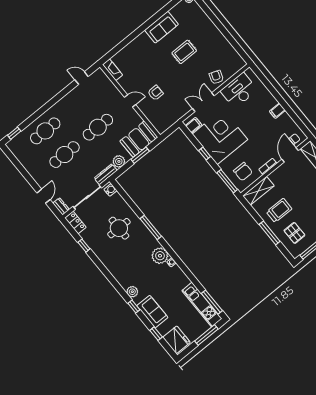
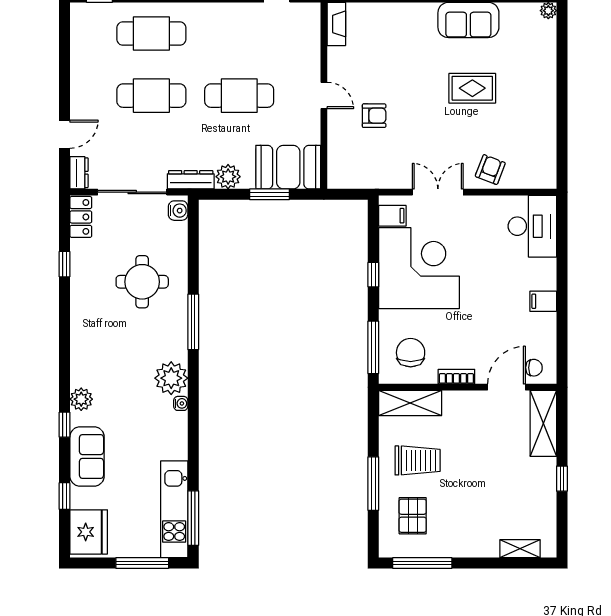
desk: (239, 90) -> (532, 226), moved, turned 90
chair: (243, 172) -> (411, 353), turned 180

